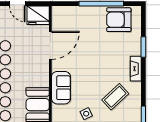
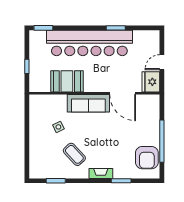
armchair: (119, 20) -> (147, 158), turned 180
sofa: (61, 88) -> (88, 103), width x1.36

